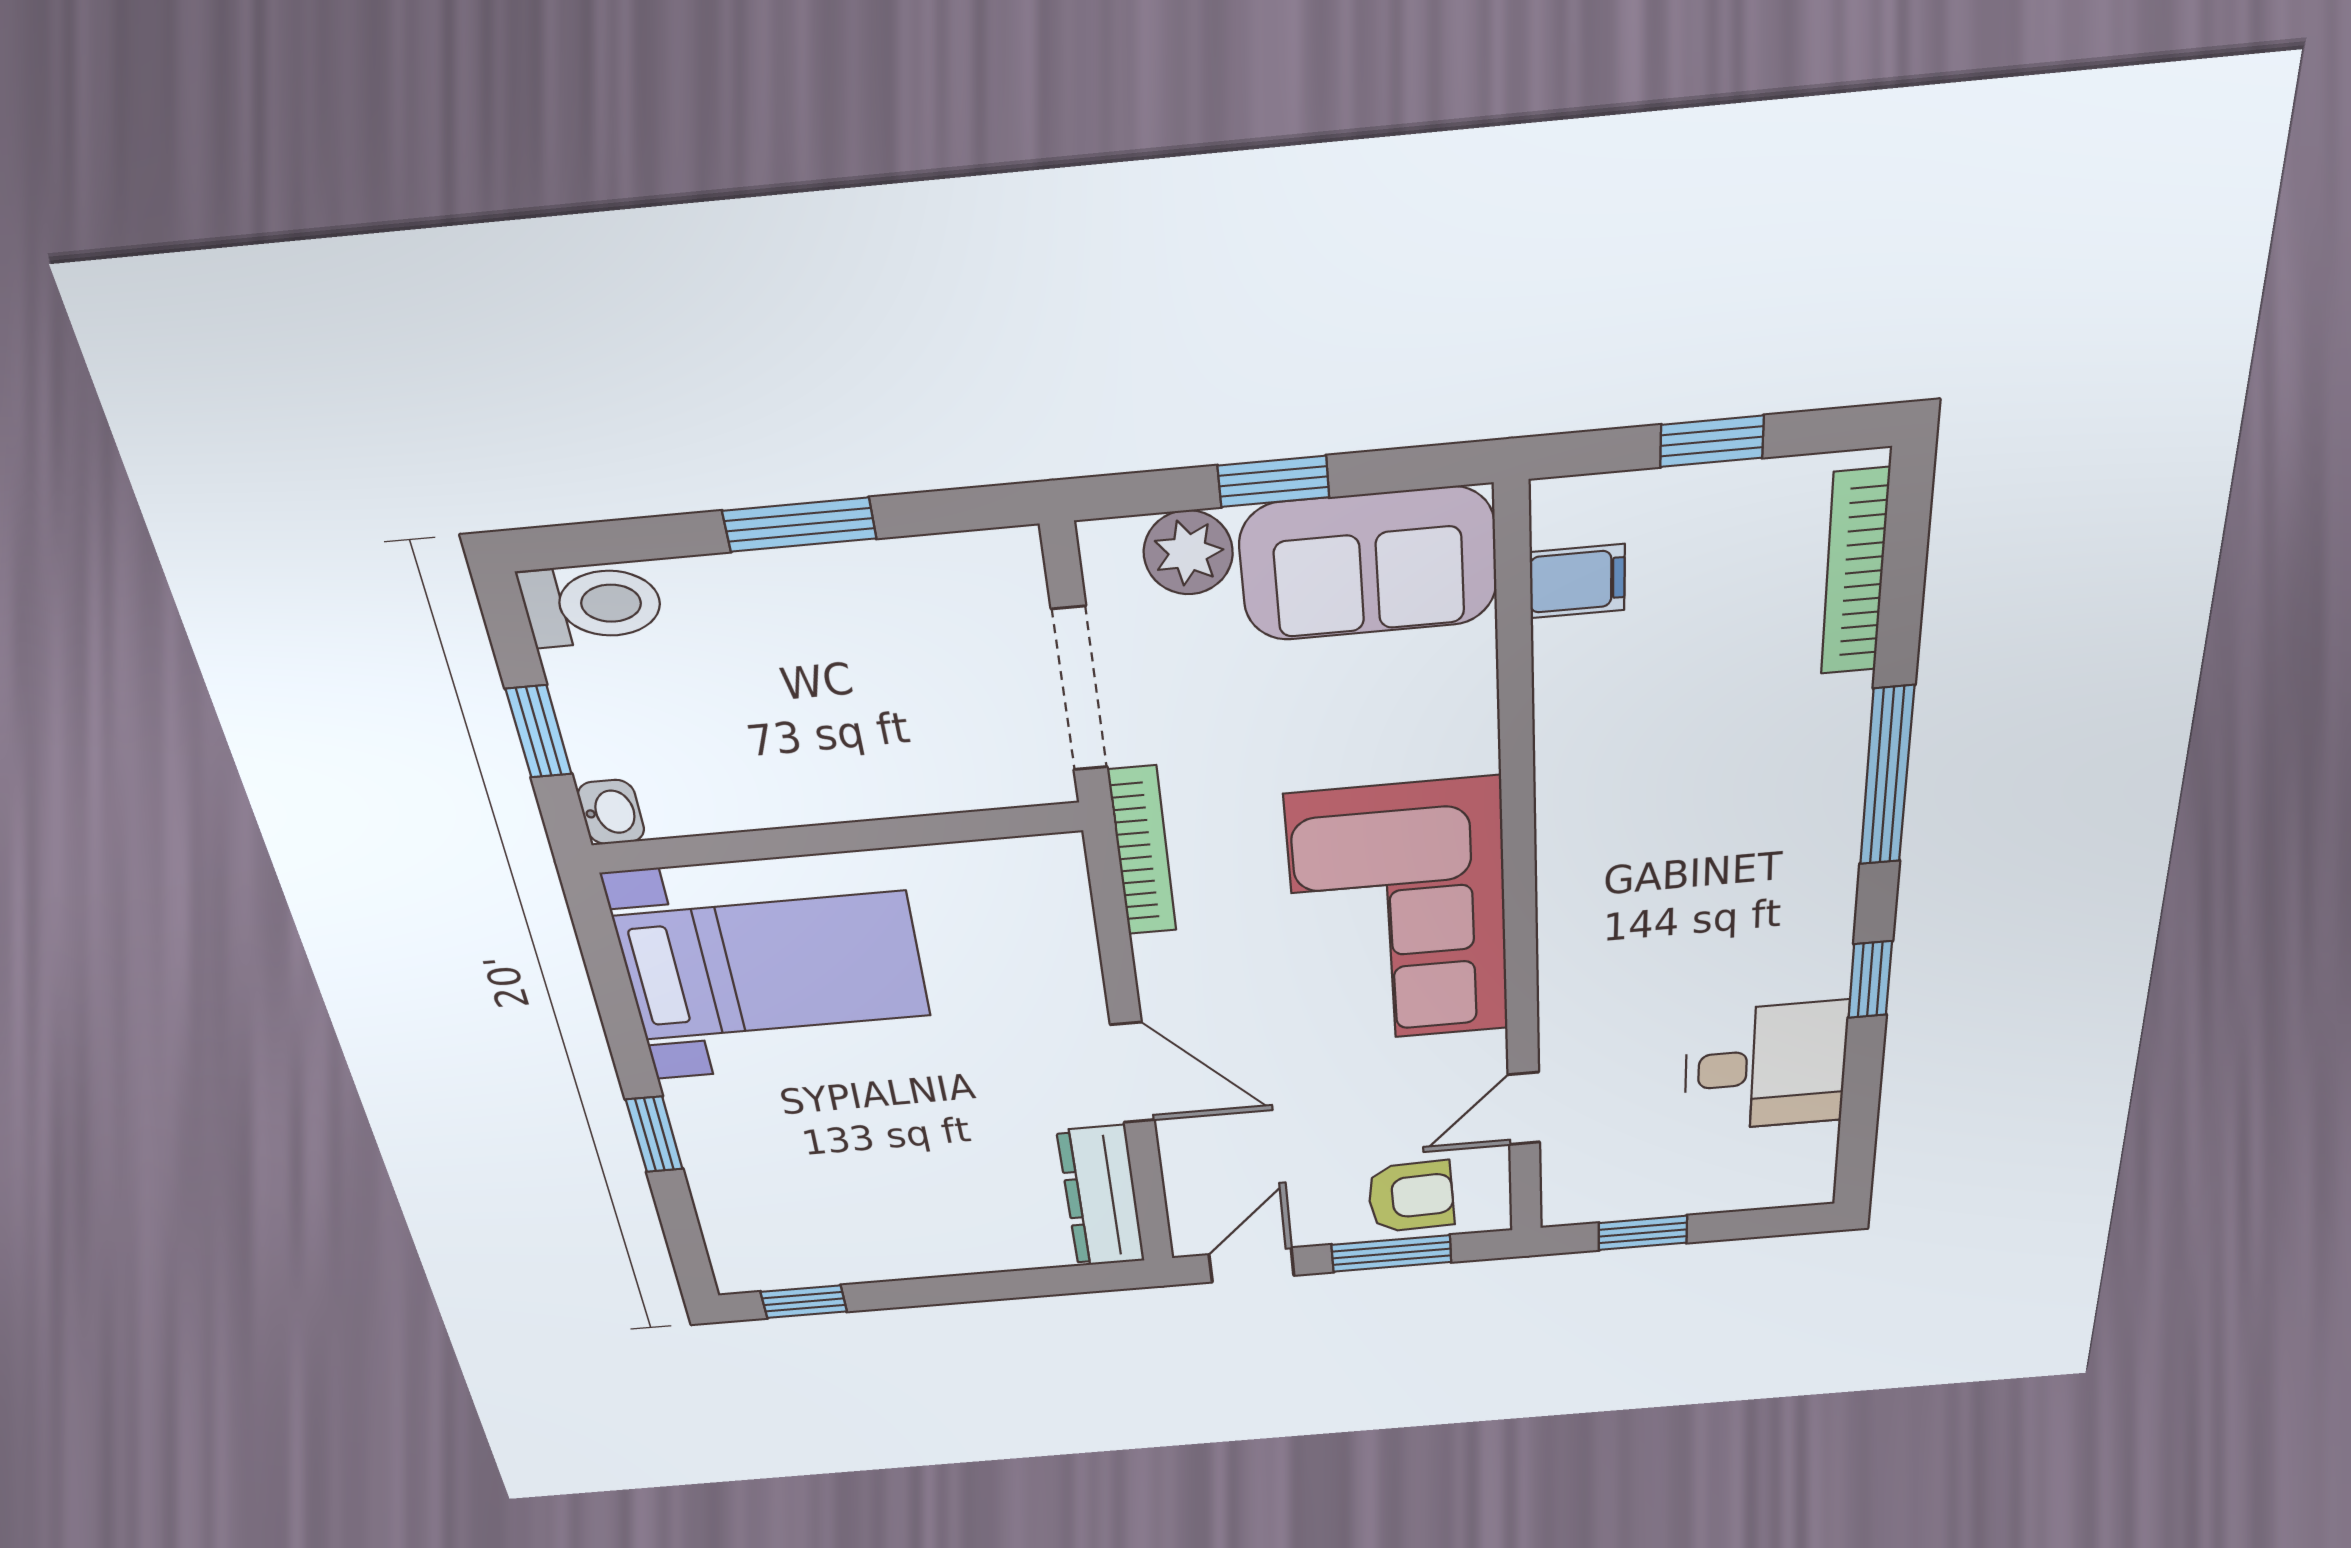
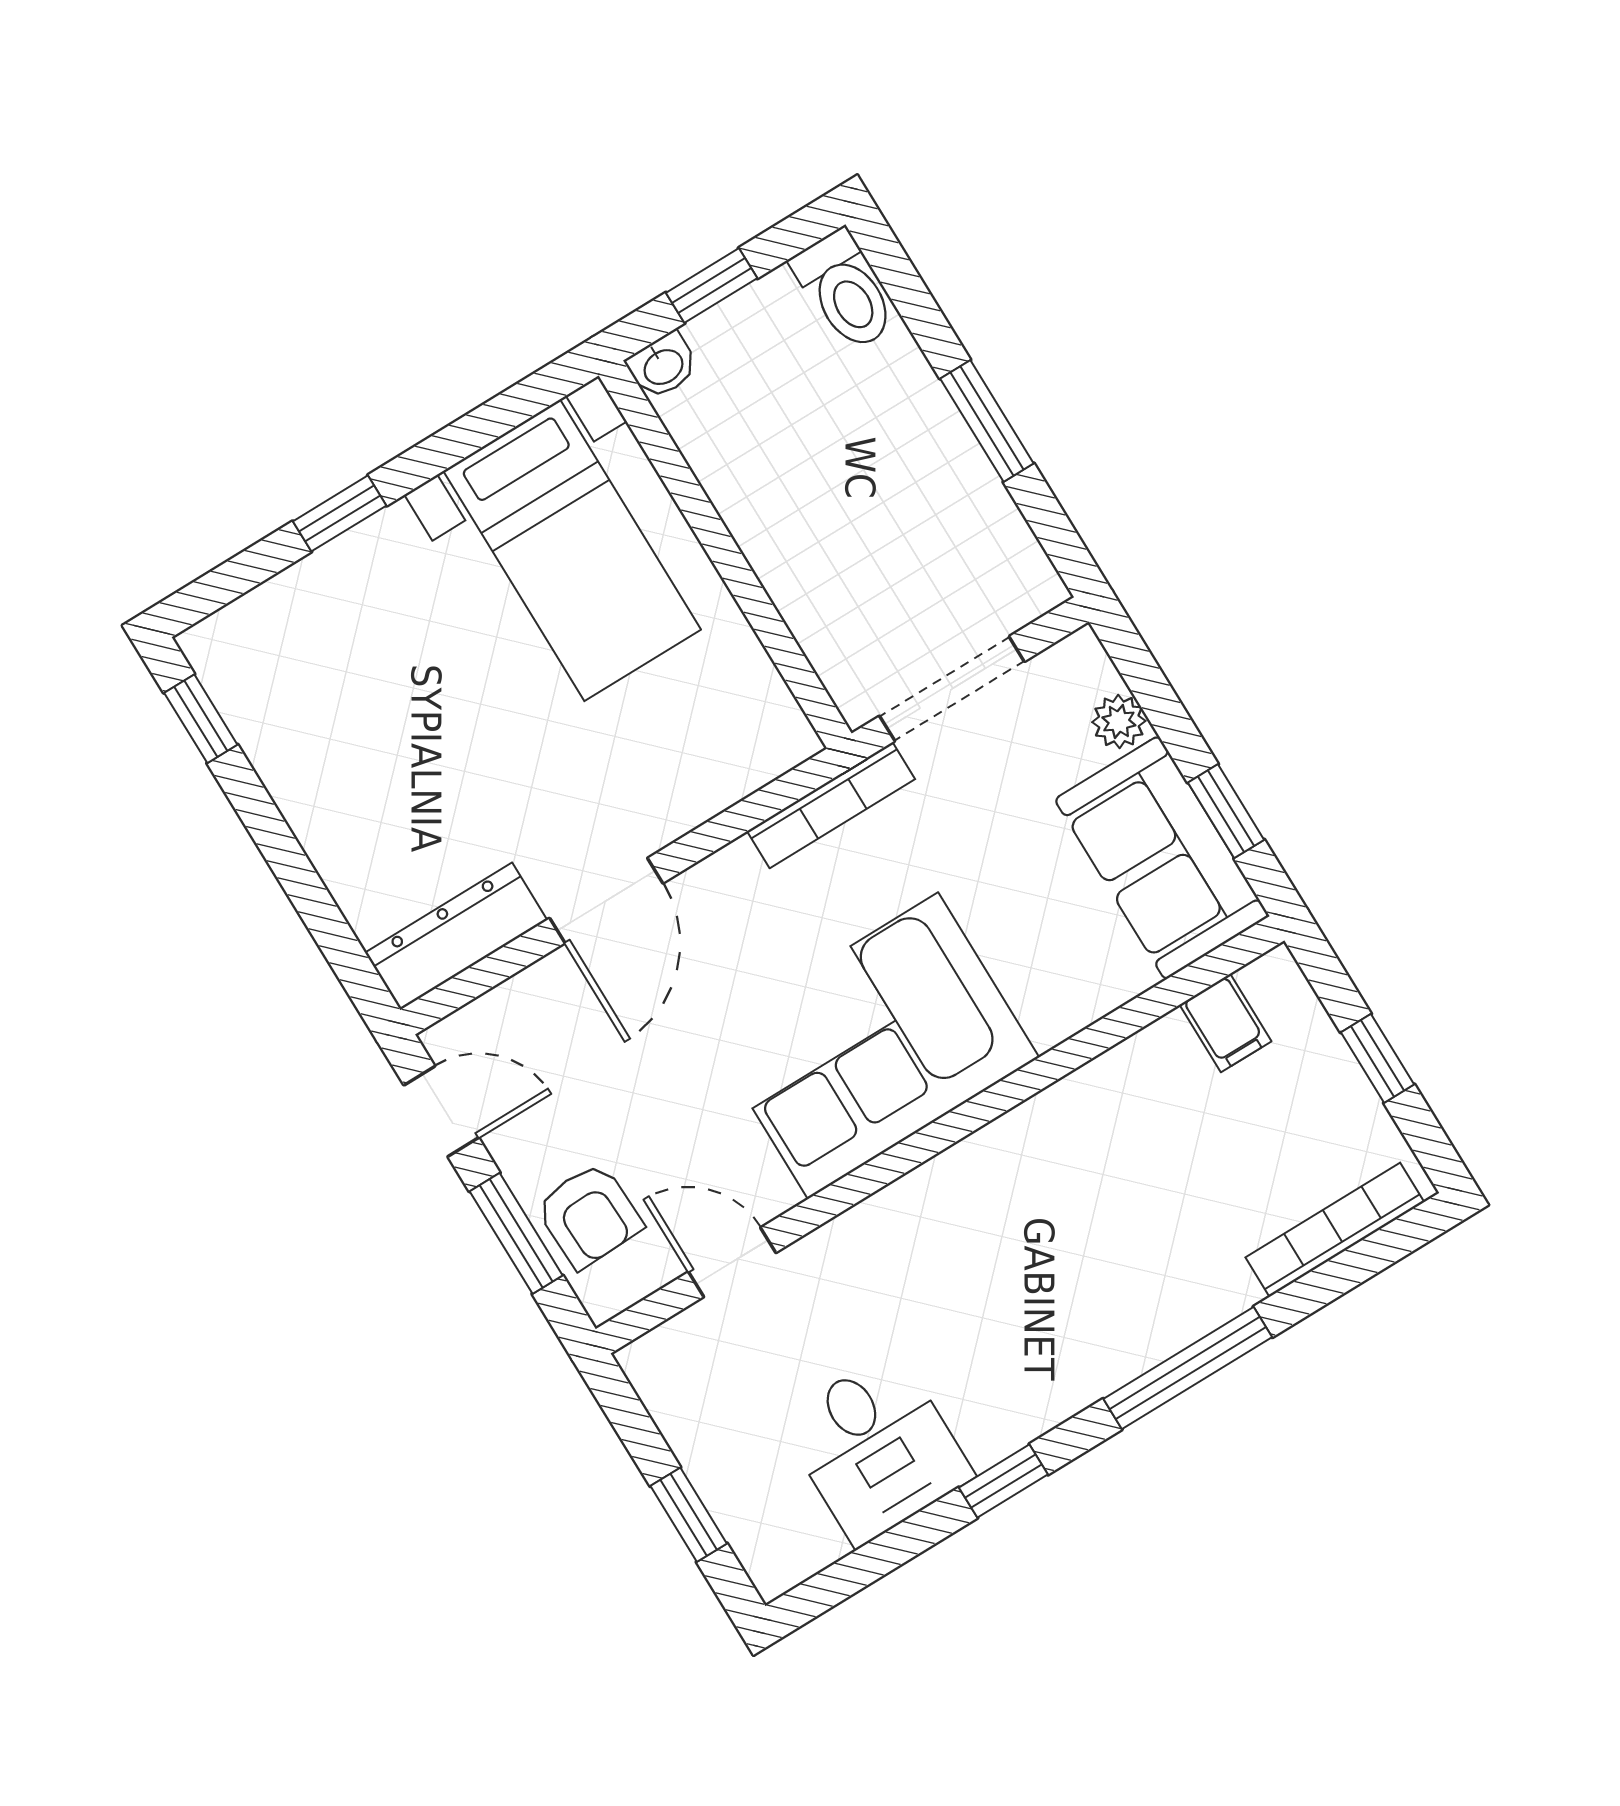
window: (1273, 481) -> (1226, 811), moved
plant: (1188, 553) -> (1119, 721), width x0.73, depth x0.73
window: (1643, 1233) -> (689, 1515), moved

